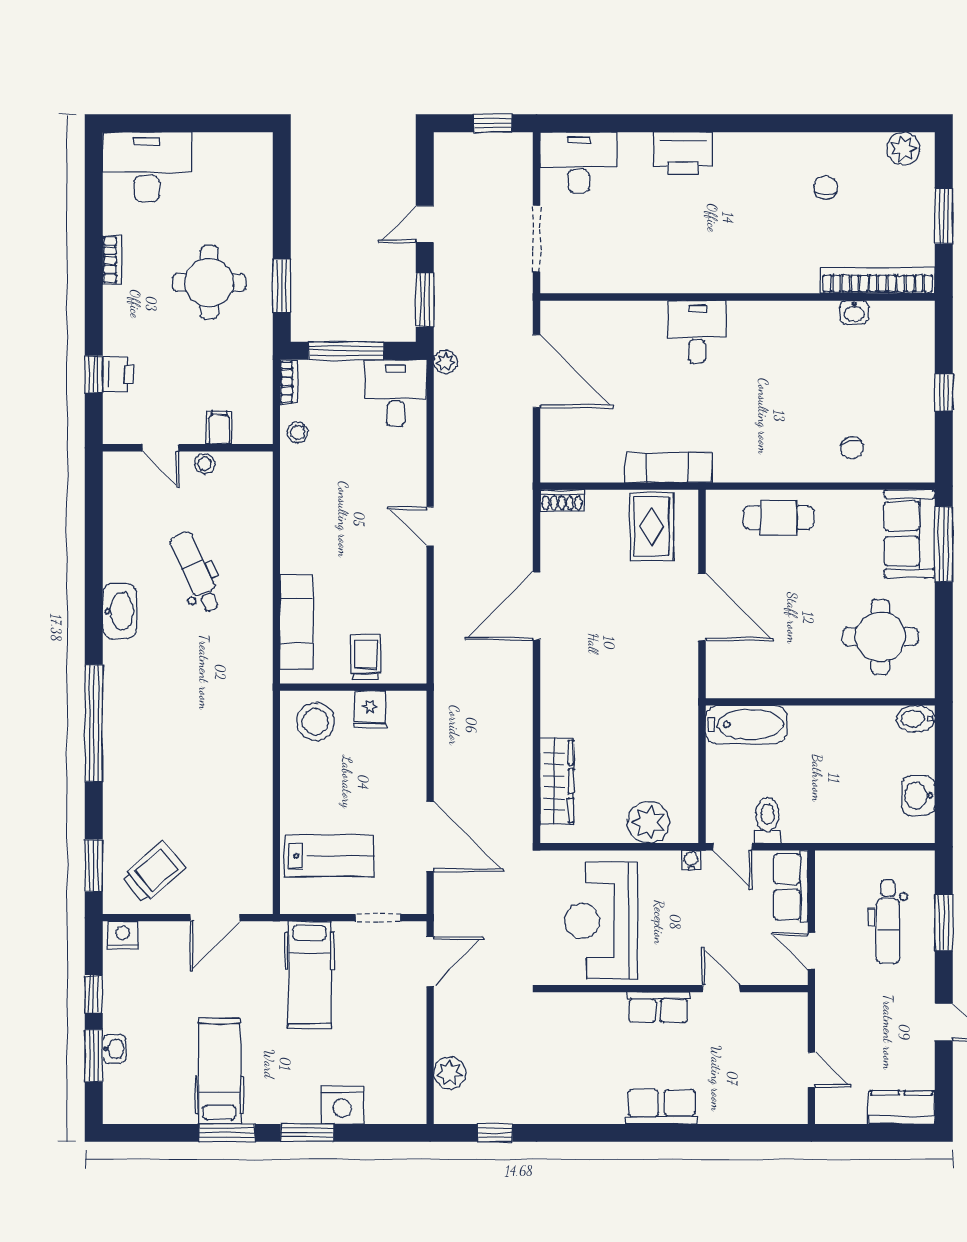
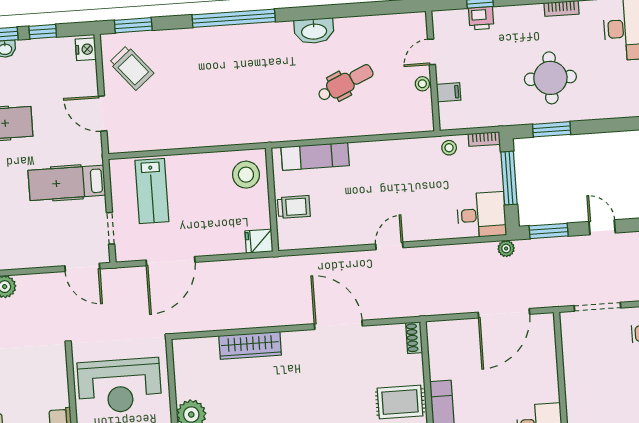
fridge: (370, 710) -> (259, 241), moved
wardrobe: (557, 781) -> (250, 345), moved
reception desk: (601, 921) -> (119, 386), turned 180

